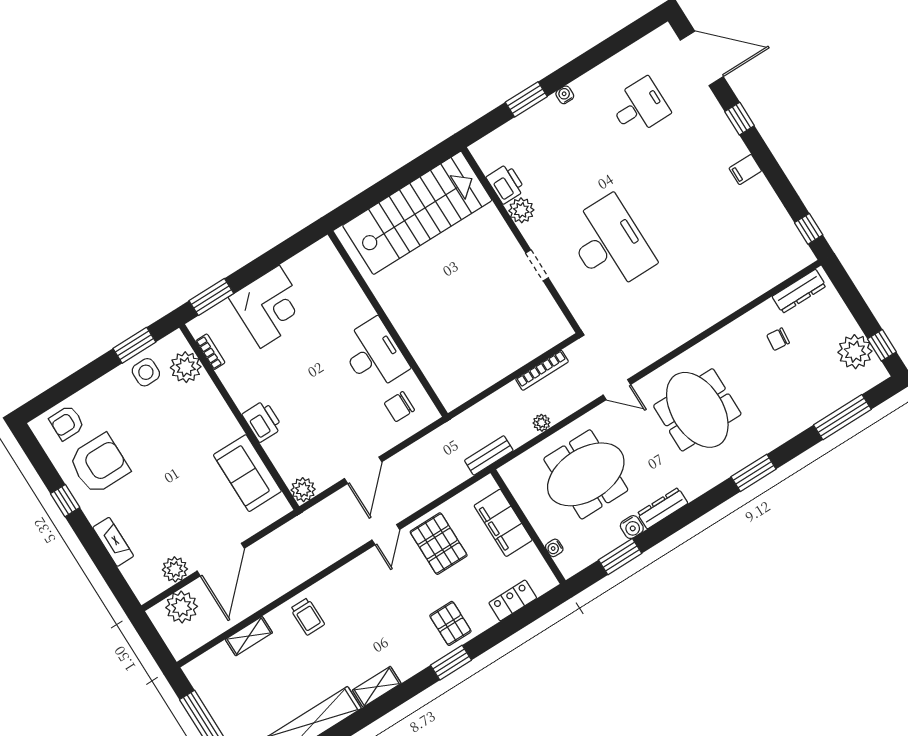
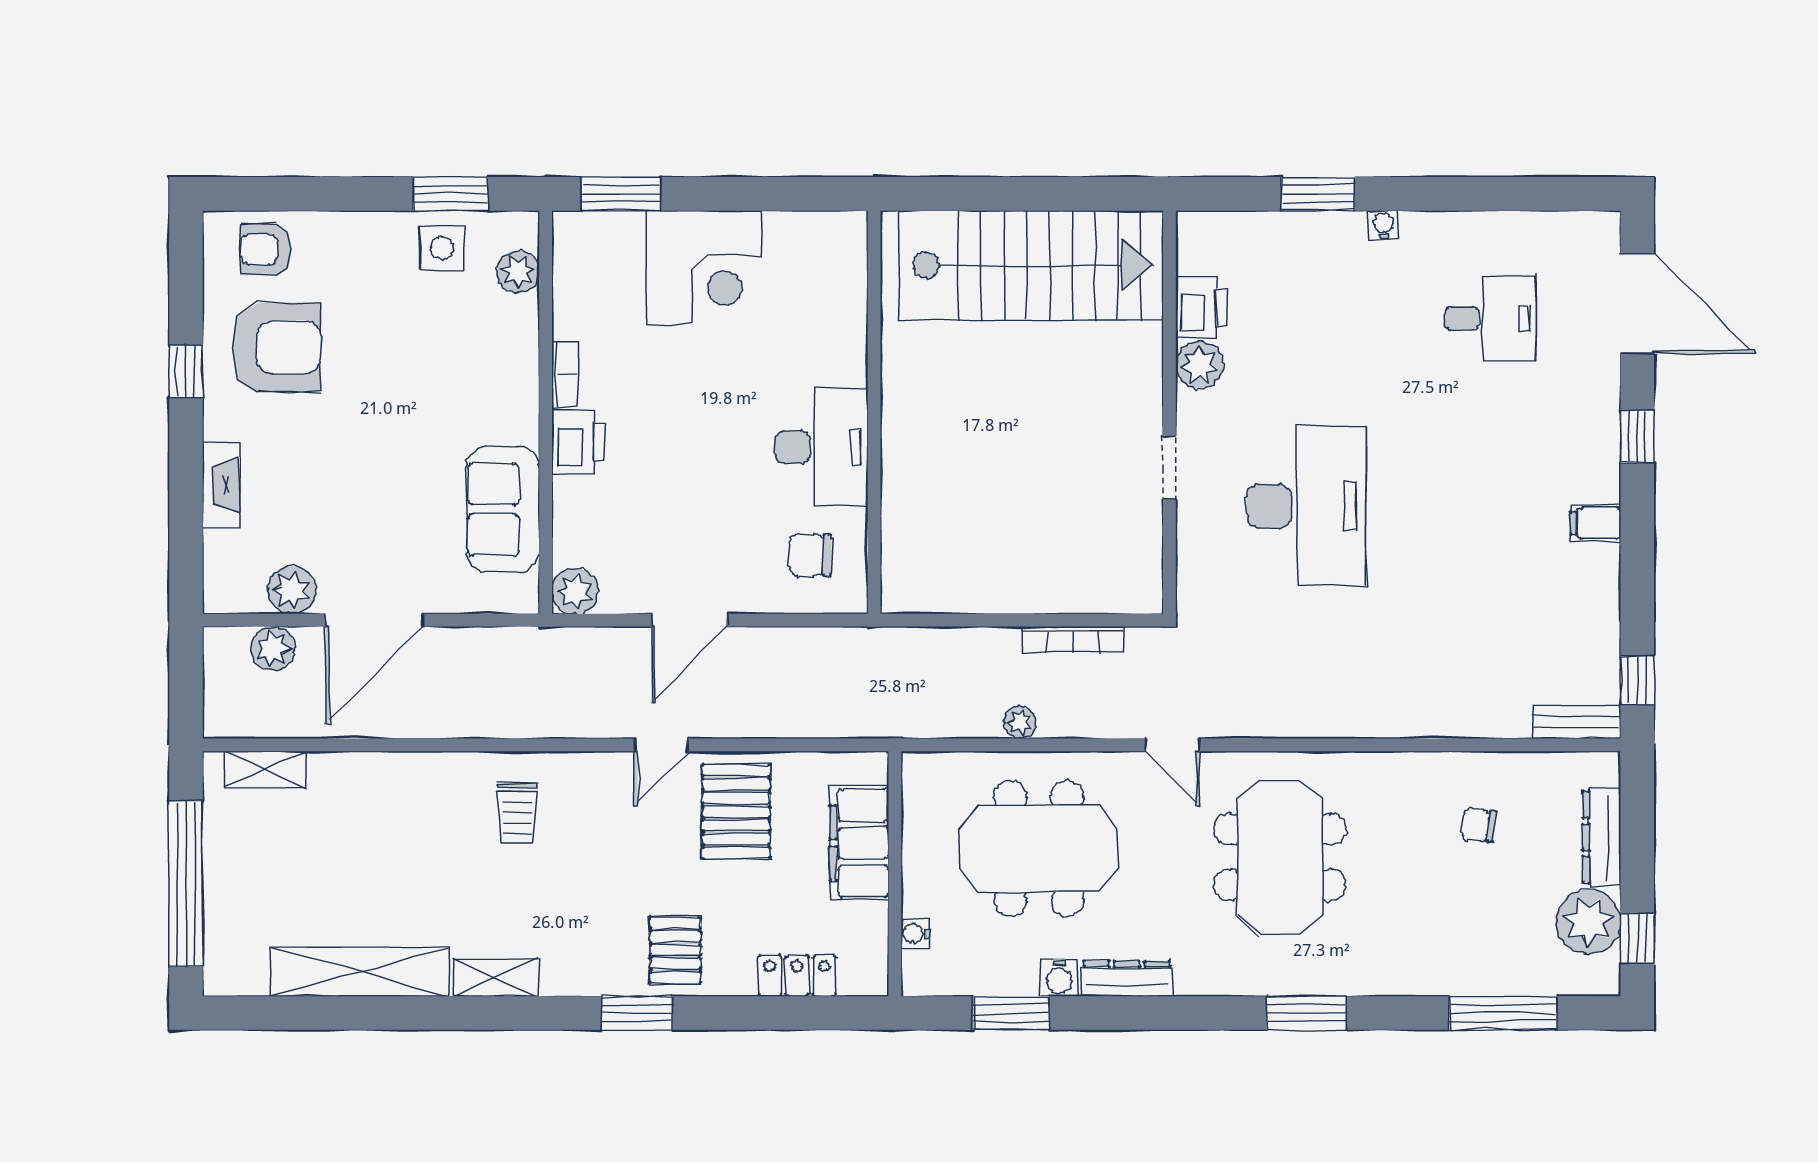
dresser: (799, 291) -> (1602, 837), moved, turned 90
bookcase: (210, 352) -> (565, 374), moved
plant: (186, 367) -> (518, 272), width x0.73, depth x0.73
bench: (489, 455) -> (1576, 722), moved
plant: (182, 607) -> (273, 648), width x0.73, depth x0.73
trolley: (307, 616) -> (517, 813), moved
shelving: (249, 636) -> (265, 770), moved

